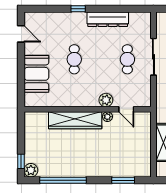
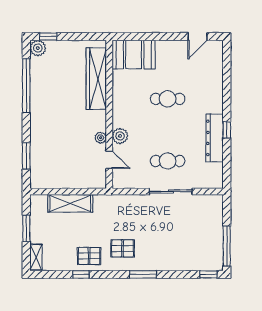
window: (78, 9) -> (227, 130), moved
booth: (36, 74) -> (134, 55), moved
door: (126, 109) -> (109, 160), swing flipped
wardrobe: (75, 120) -> (96, 79), moved

